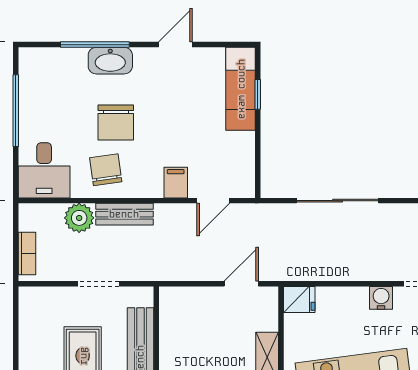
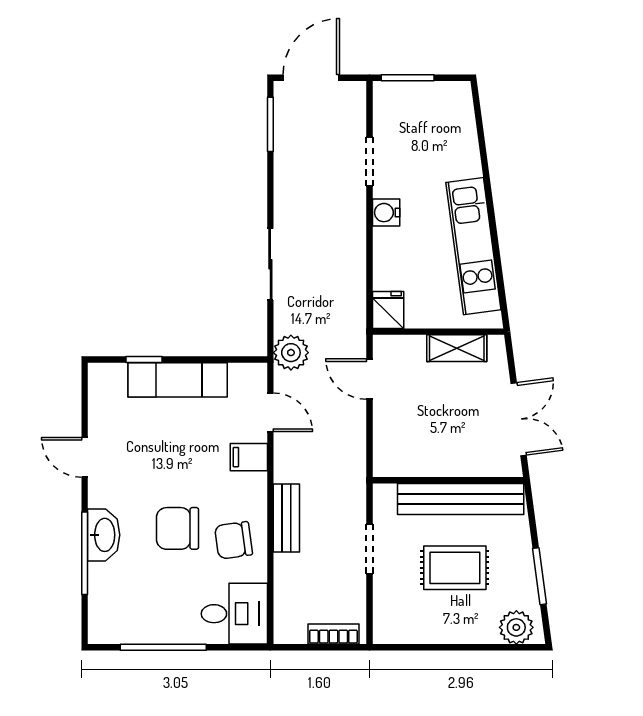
exam couch: (241, 89) -> (178, 380), moved
chair: (116, 123) -> (178, 528), turned 180
sliding door: (338, 201) -> (270, 264), width x0.73
plant: (79, 218) -> (291, 353), moved

